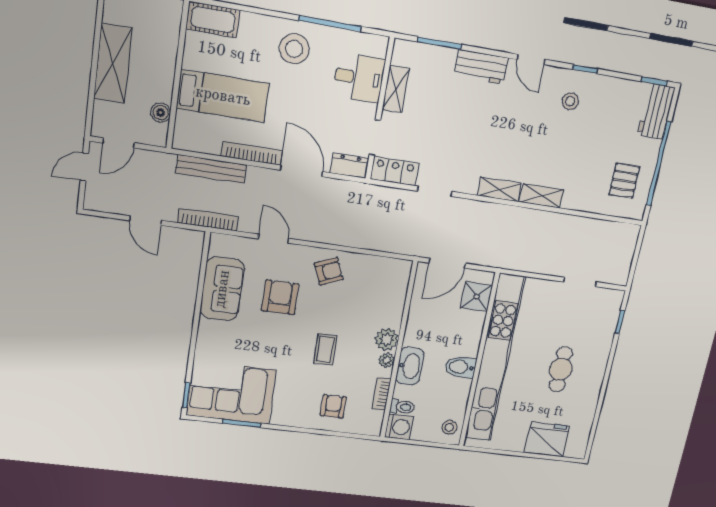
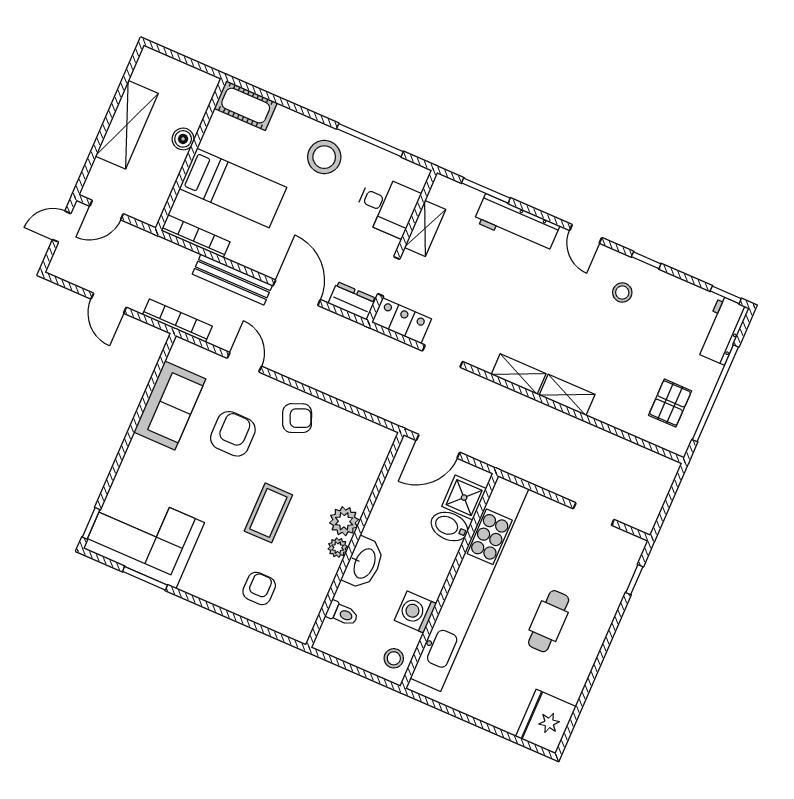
workbench: (481, 67) -> (517, 223), width x1.37
boiler: (161, 113) -> (183, 139), moved
bookcase: (252, 153) -> (195, 236), moved
bench: (211, 169) -> (232, 280), moved
coffee table: (325, 349) -> (268, 513), width x1.36, depth x1.30
bidet: (461, 367) -> (449, 526), moved
bookcase: (382, 394) -> (321, 589), removed
washing machine: (399, 427) -> (415, 612), moved, turned 180
fridge: (547, 439) -> (546, 722), moved, turned -90

